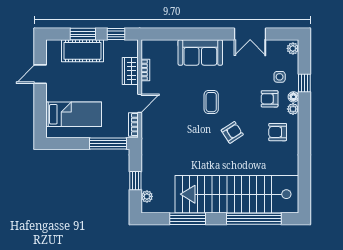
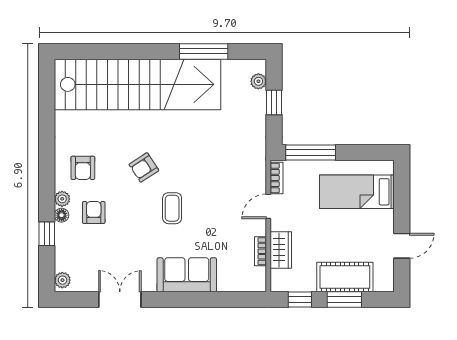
side table: (280, 77) -> (80, 242), removed
armchair: (270, 99) -> (94, 212), turned -90
armchair: (278, 132) -> (83, 168), turned 90
window: (254, 219) -> (115, 51), removed

